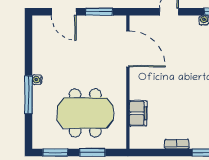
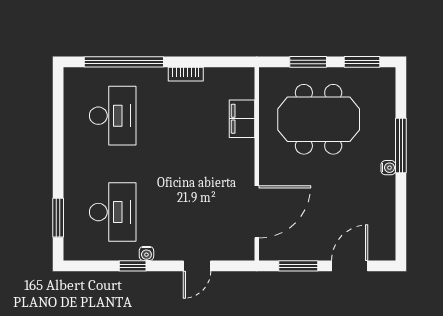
door: (64, 12) -> (350, 266), hinge flipped
door: (128, 49) -> (257, 212), swing flipped

